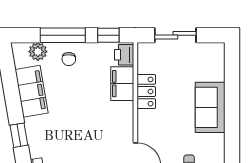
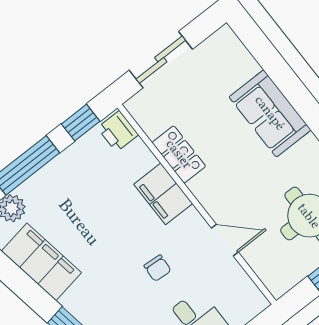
chair: (69, 59) -> (158, 268), moved
filing cabinet: (122, 84) -> (163, 194), moved

